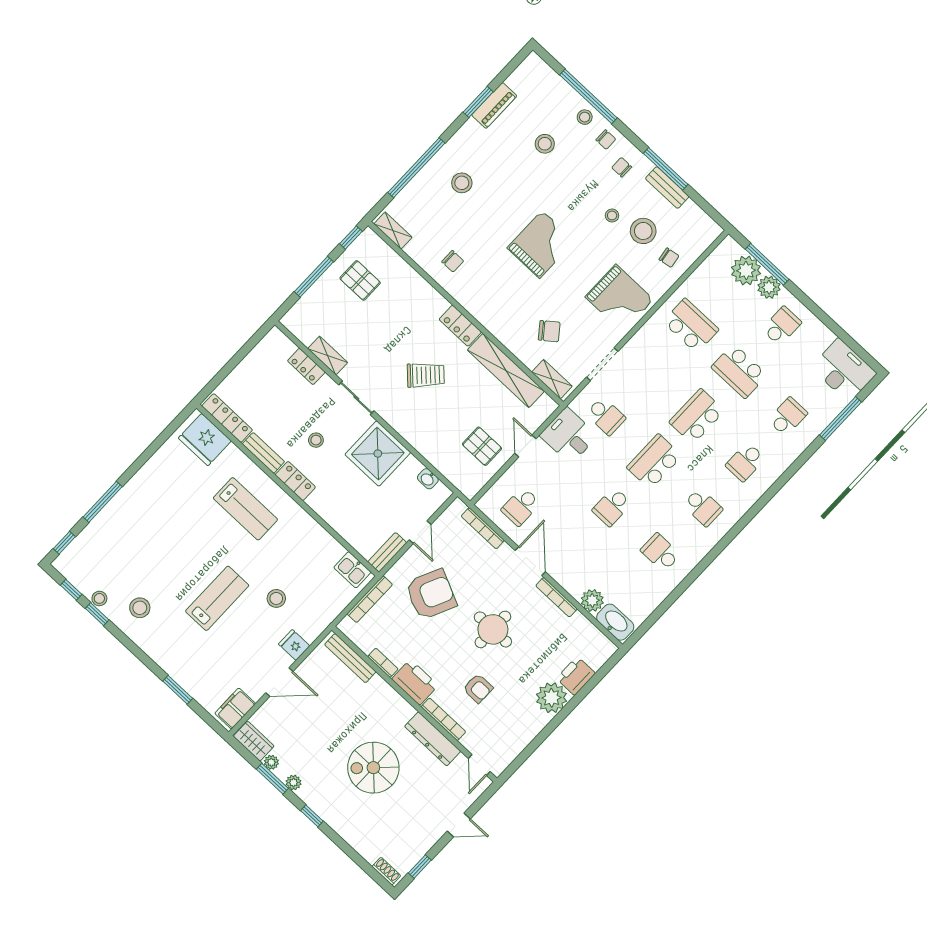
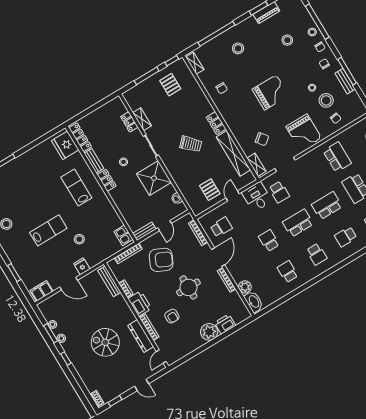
school desk: (521, 507) -> (221, 227), turned 180
school desk: (612, 507) -> (269, 241), turned 90
lab bench: (245, 509) -> (76, 188), turned 180
wardrobe: (254, 741) -> (46, 311), removed

